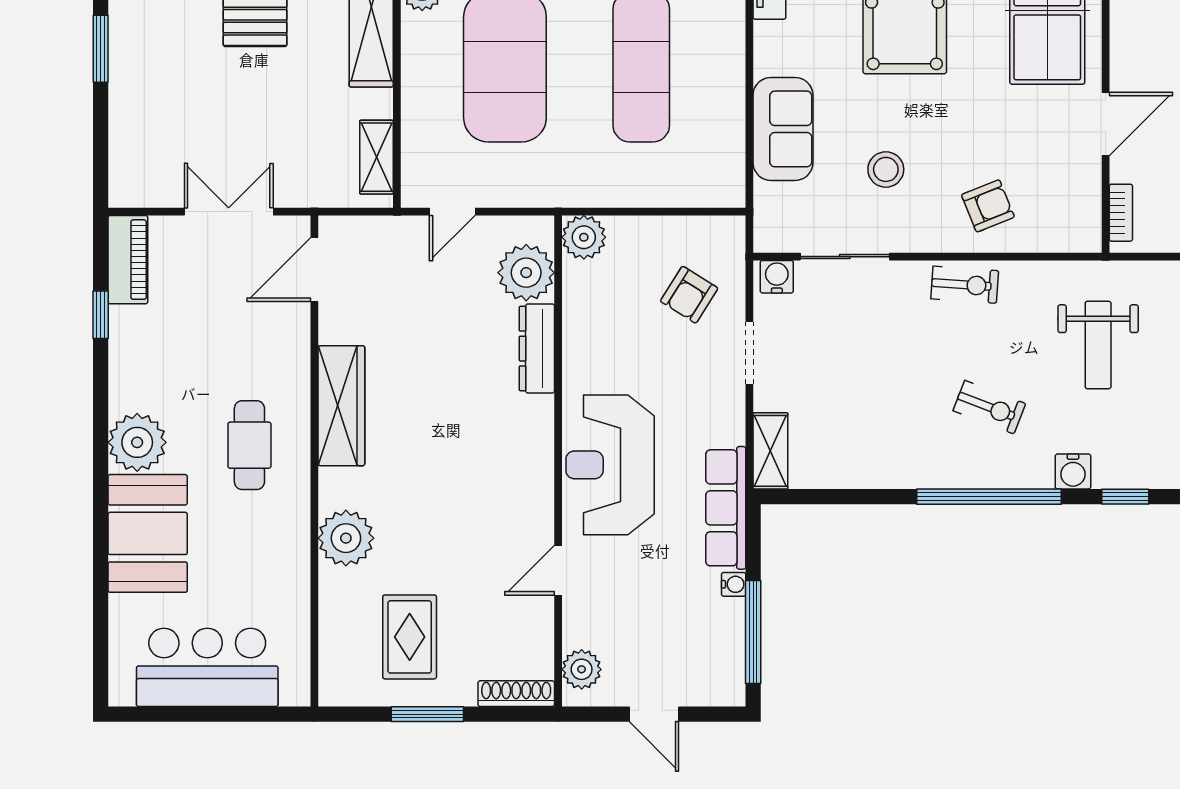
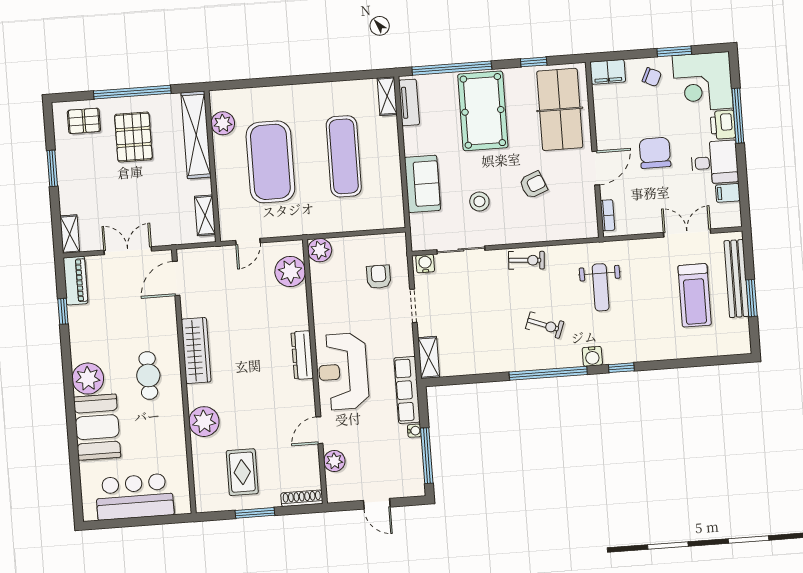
shelving: (124, 173) -> (70, 234), added
armchair: (988, 206) -> (533, 185), moved
armchair: (689, 295) -> (379, 277), turned 148
dresser: (537, 349) -> (302, 355), moved
plant: (582, 669) -> (334, 461), moved

